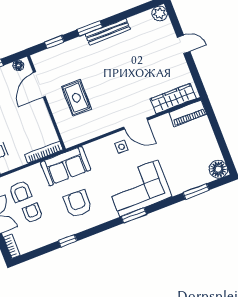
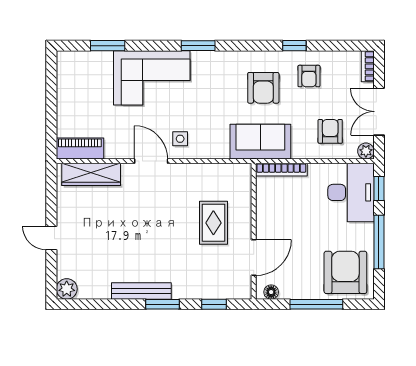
floor lamp: (218, 169) -> (69, 63), removed
corner sofa: (139, 188) -> (152, 78), moved
armchair: (33, 213) -> (309, 76), moved

